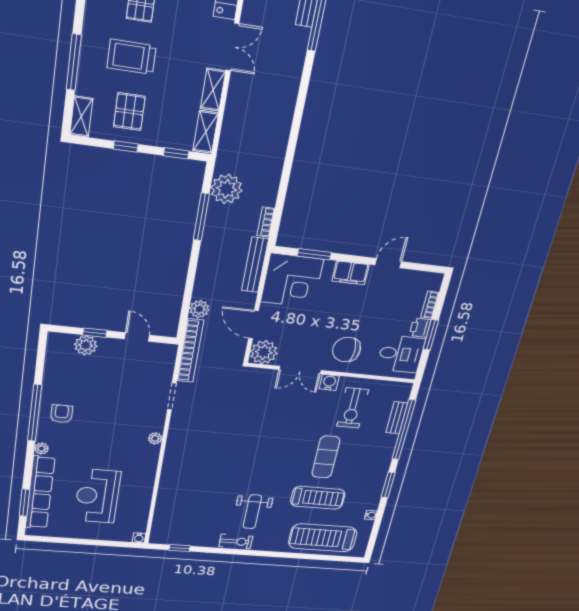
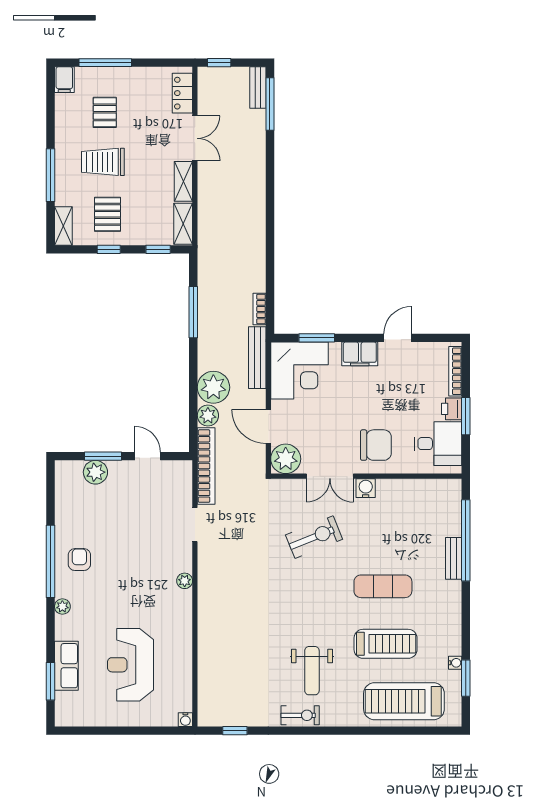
plant: (226, 189) -> (213, 387), moved
bookcase: (430, 305) -> (455, 371), width x1.56
window: (95, 333) -> (103, 456), width x1.50
chair: (347, 350) -> (376, 445), turned 180
exercise bike: (352, 408) -> (314, 537), moved, turned -112
bench: (397, 418) -> (454, 558), moved
exercise mat: (326, 457) -> (383, 586), turned 90
window: (388, 485) -> (466, 678), moved
row of seats: (40, 493) -> (66, 666), width x0.50

